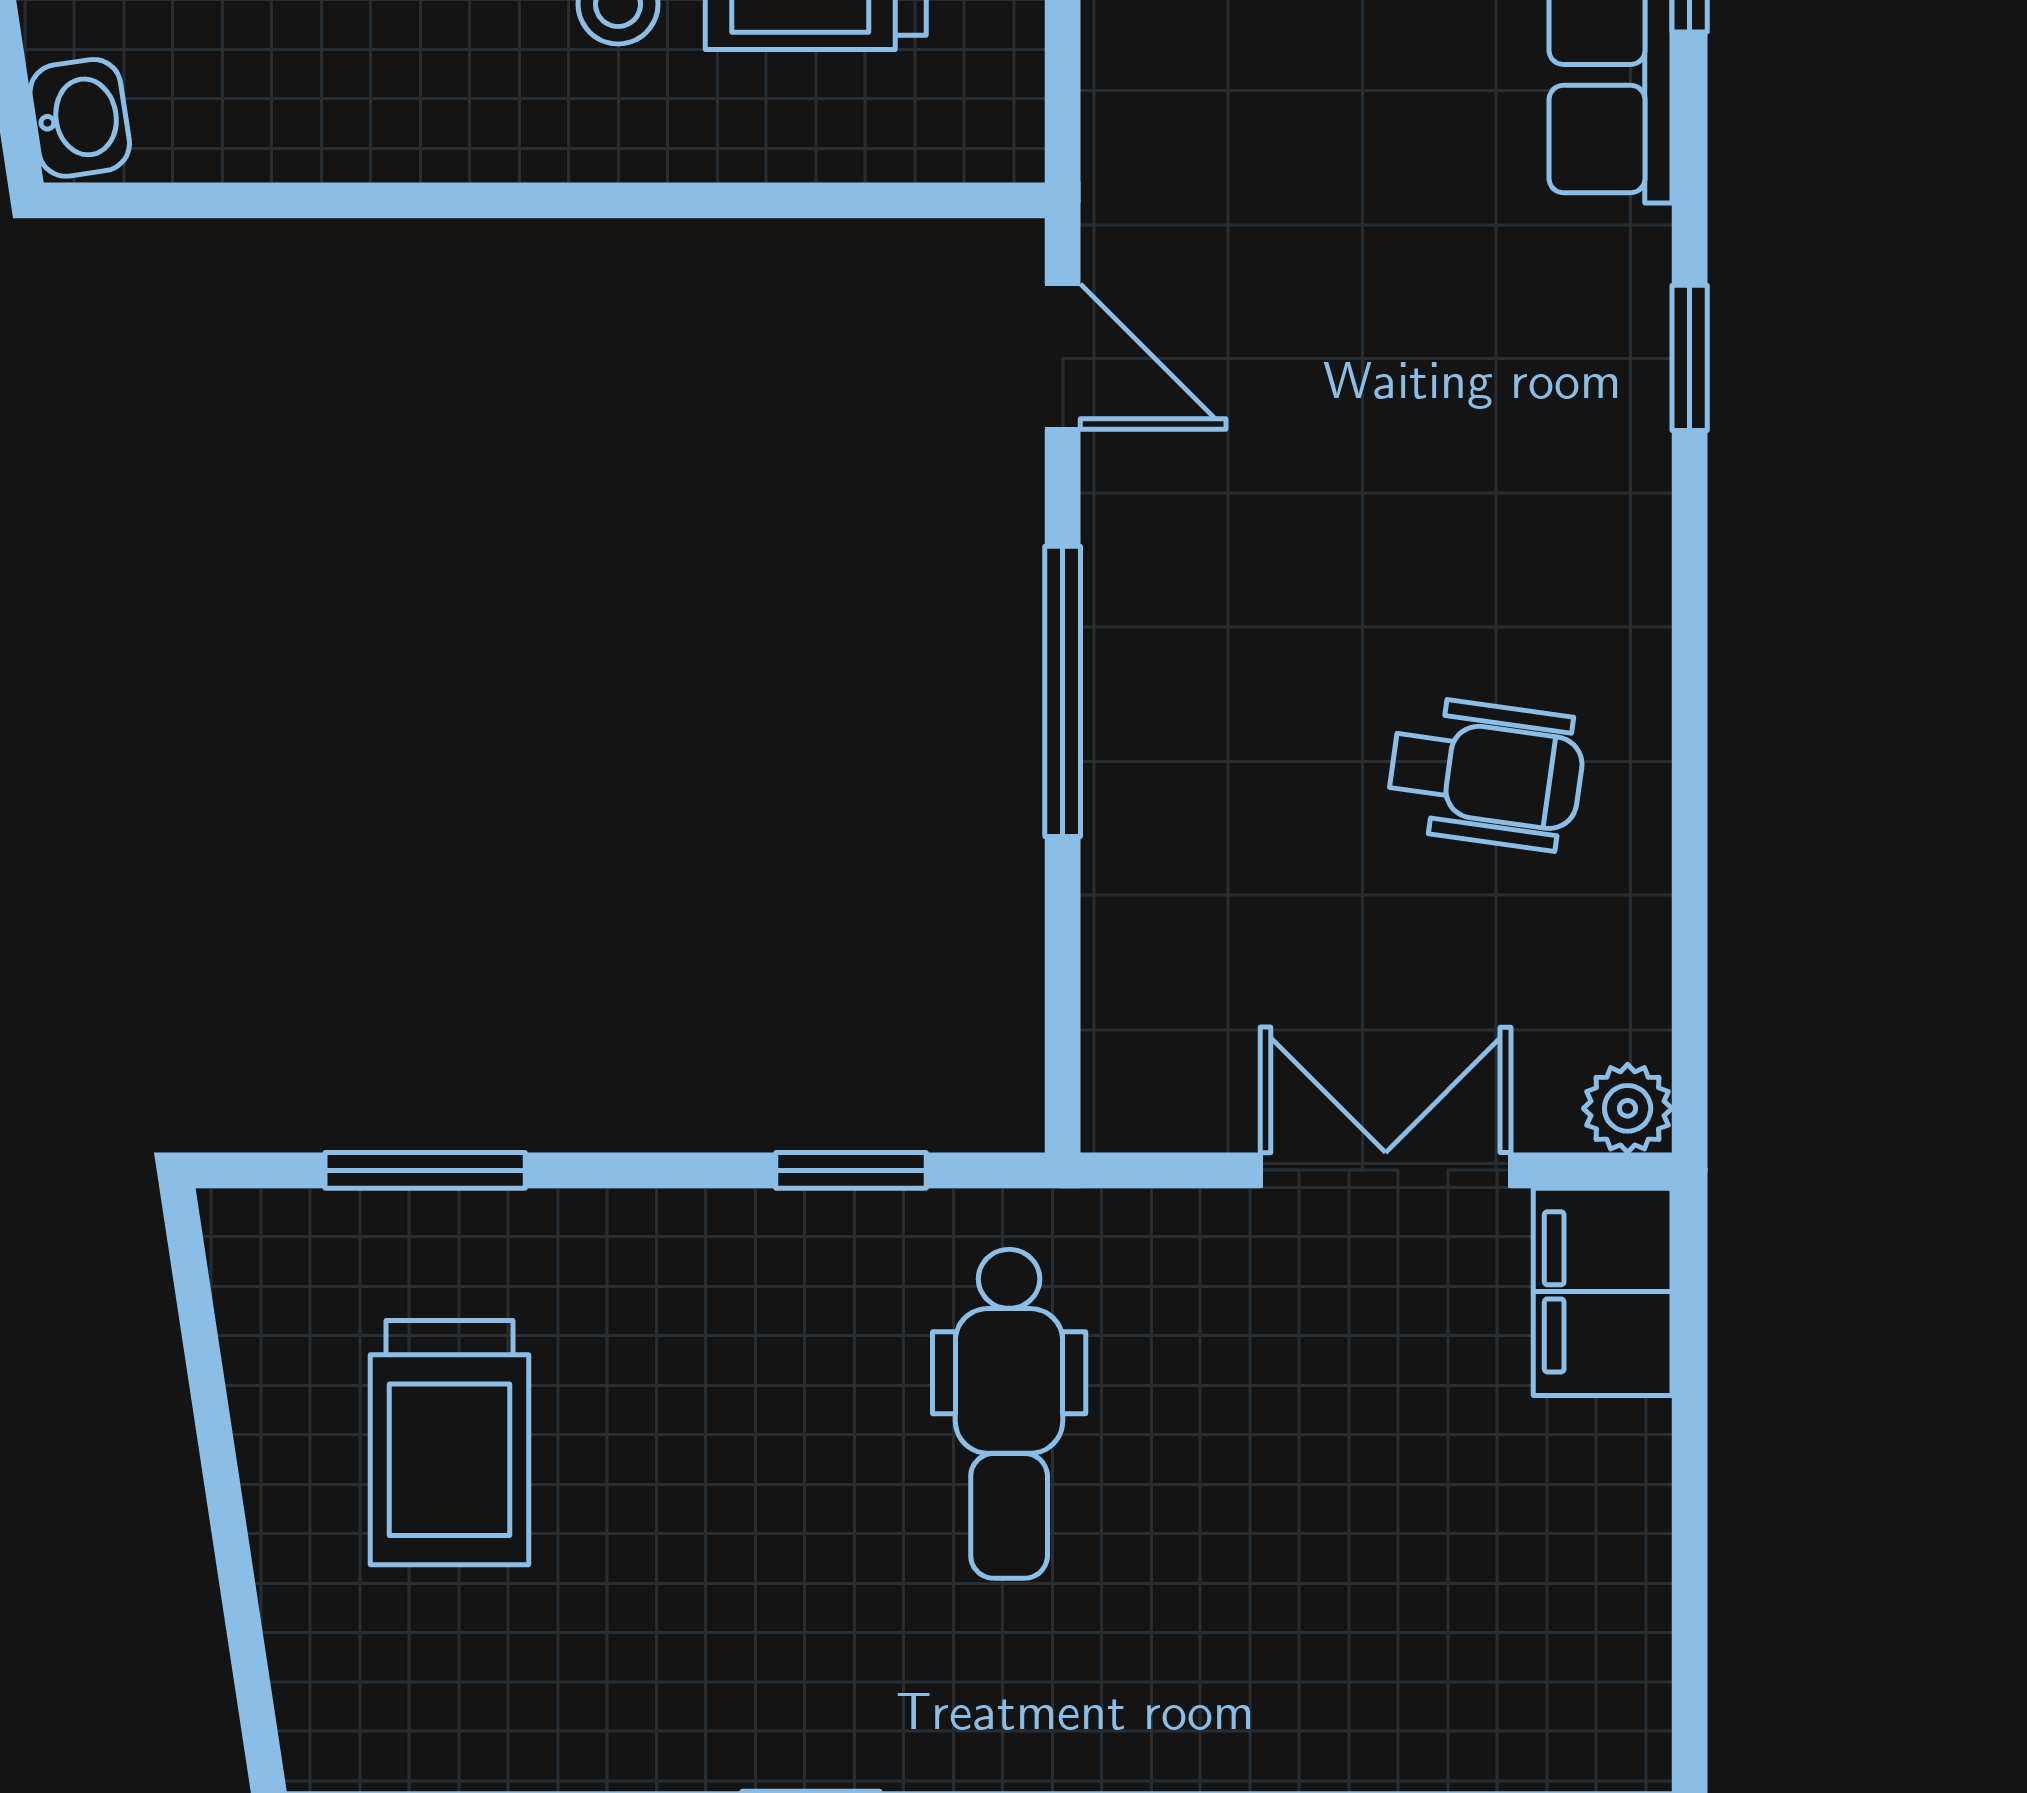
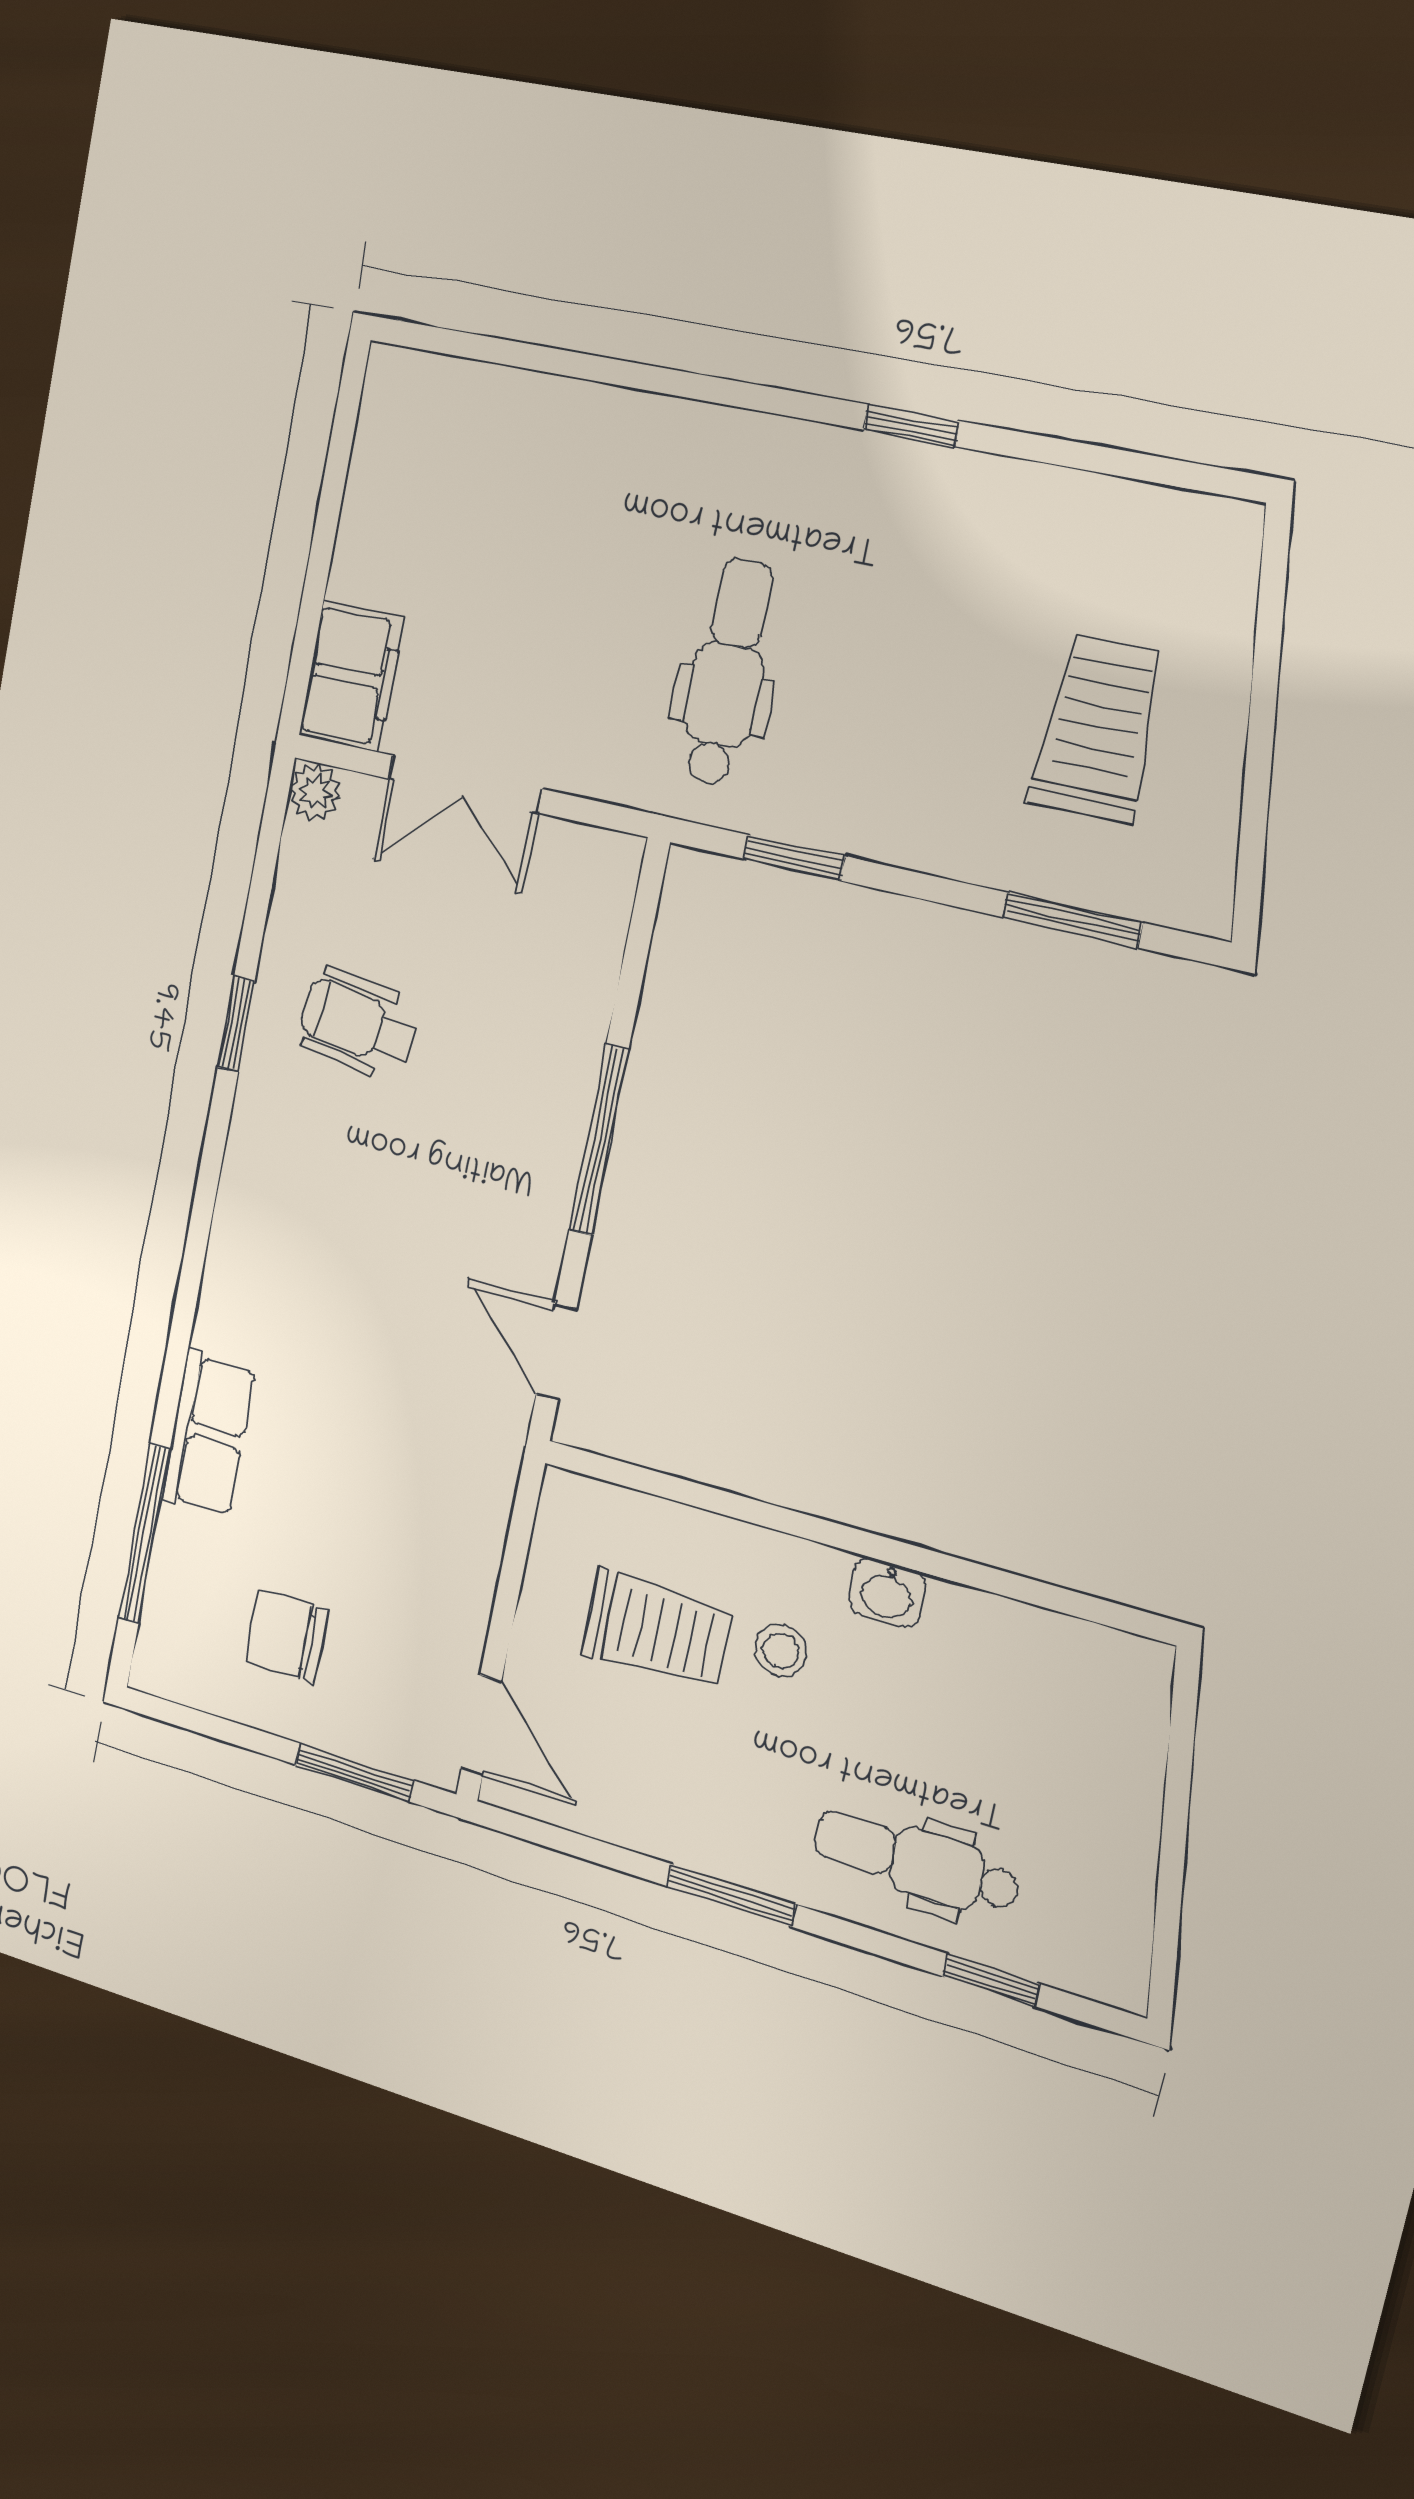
washbasin: (80, 118) -> (887, 1593), moved, turned -81
window: (1690, 358) -> (236, 1024), moved

